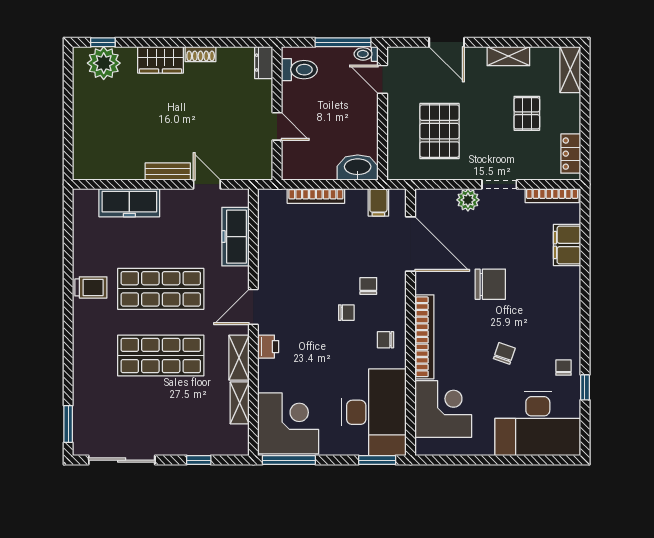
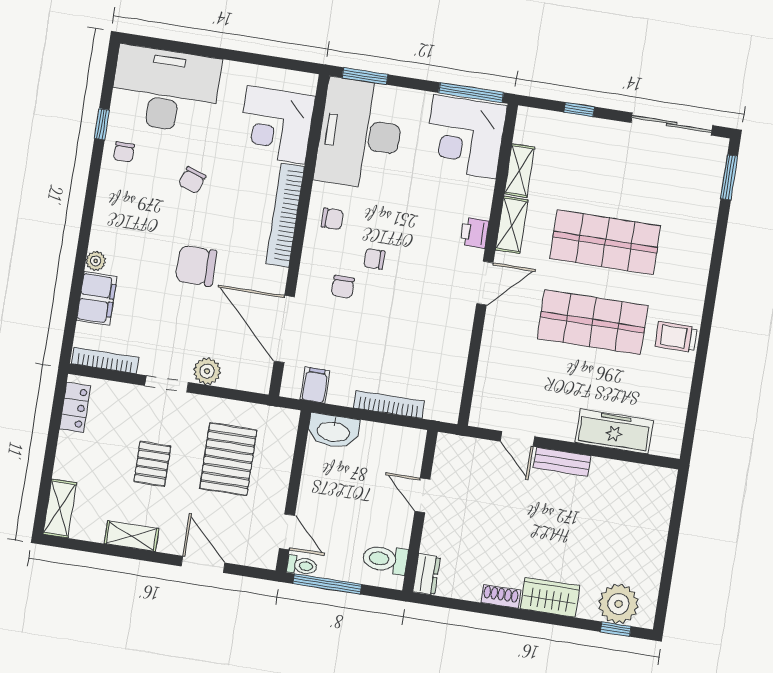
pallet: (527, 113) -> (152, 464), moved
freezer: (235, 237) -> (493, 371), removed
plant: (573, 275) -> (96, 261), added

